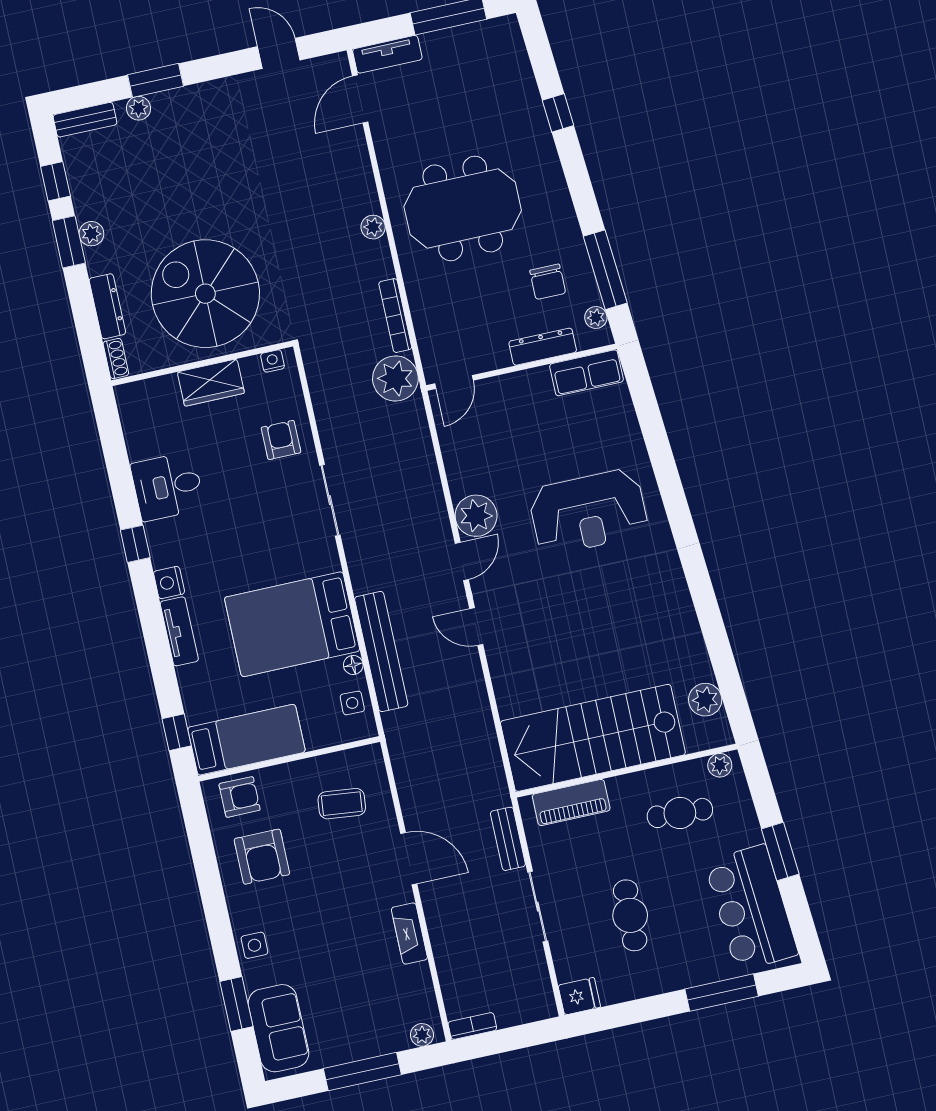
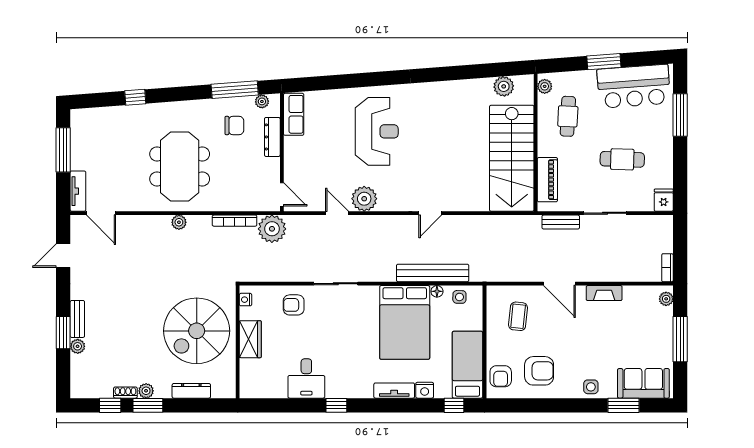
bench: (85, 120) -> (77, 319), moved
shoe rack: (116, 359) -> (125, 393), moved
door: (462, 561) -> (337, 213), moved
nightstand: (169, 583) -> (425, 390), moved
armchair: (240, 797) -> (501, 376), turned 180
door: (409, 859) -> (559, 284), swing flipped

